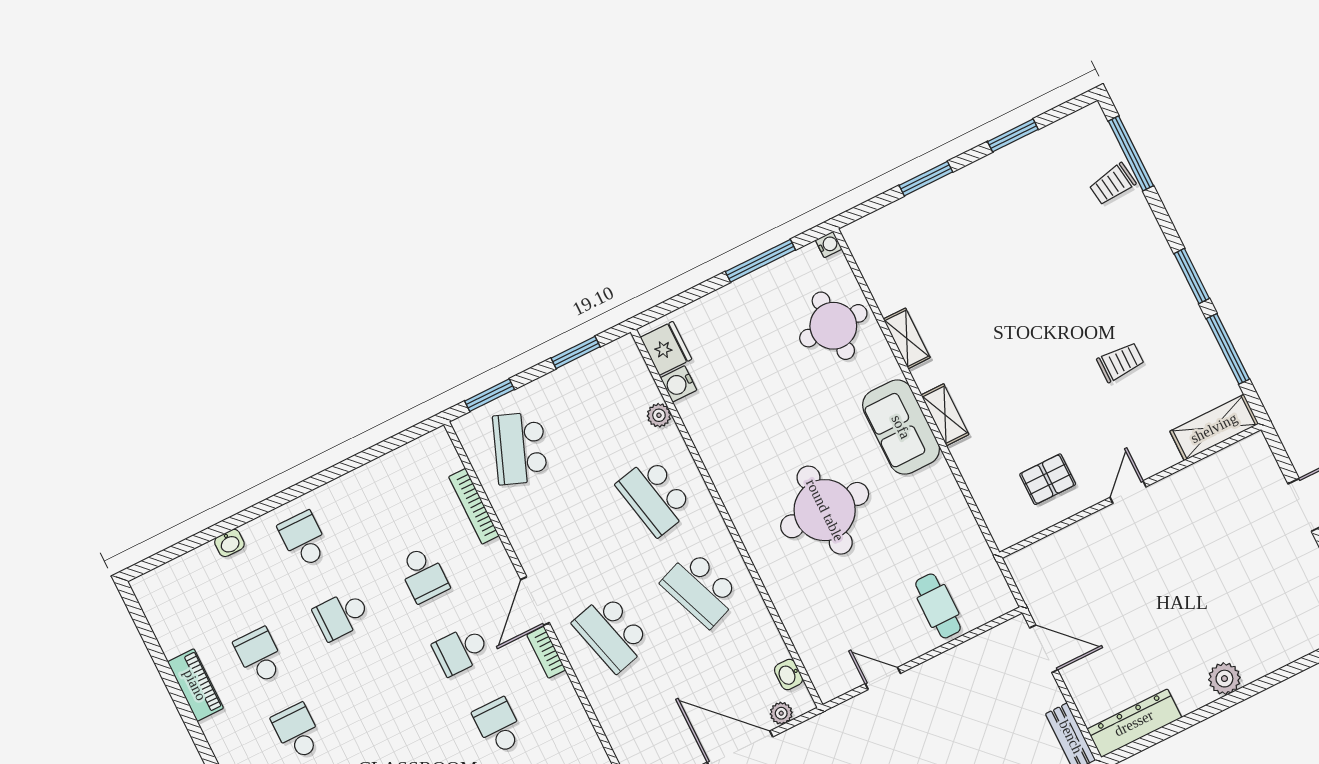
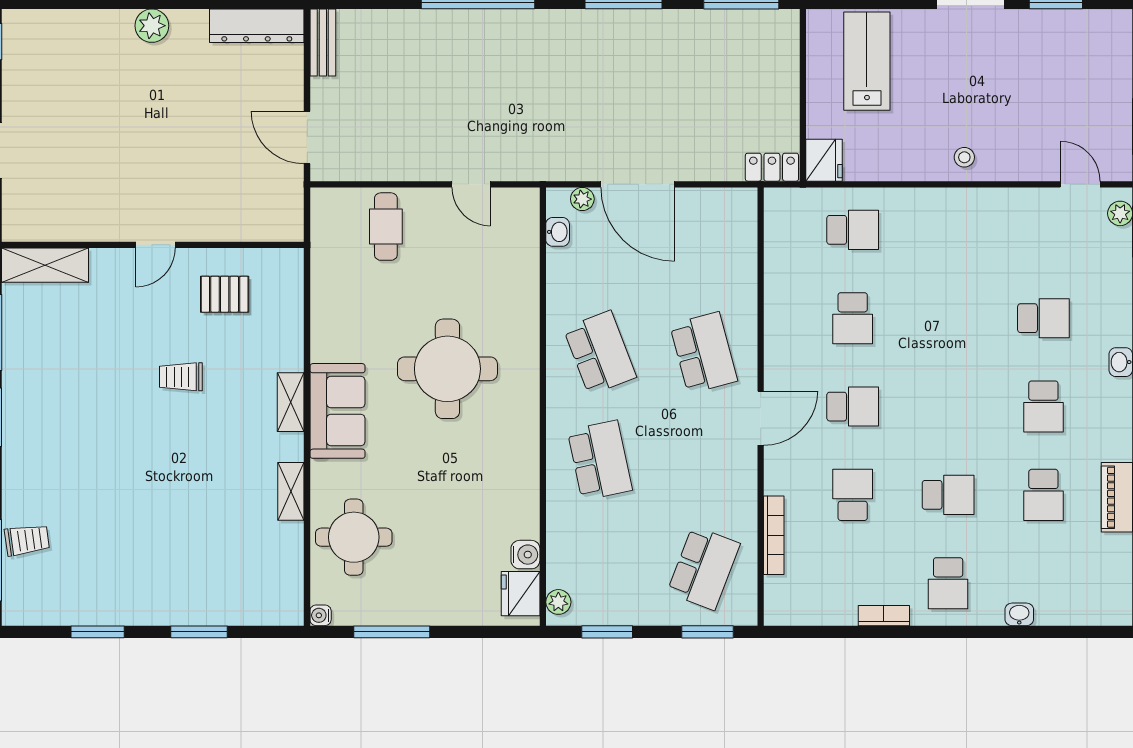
trolley: (1120, 362) -> (181, 377), moved
plant: (659, 415) -> (558, 602), moved
bookcase: (546, 652) -> (884, 616), moved, turned -90

